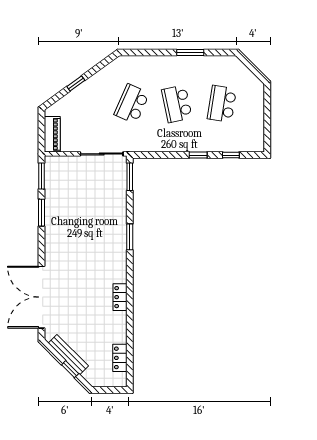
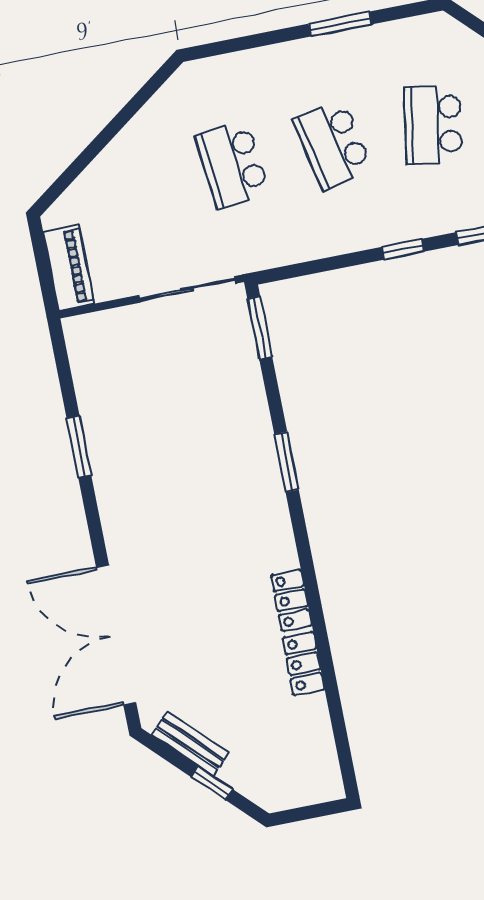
window: (76, 83) -> (99, 144), removed
school desk: (132, 104) -> (232, 164), turned -30
window: (41, 176) -> (63, 365), removed
bench: (68, 355) -> (190, 744), width x0.73
locker: (120, 358) -> (304, 664), moved

